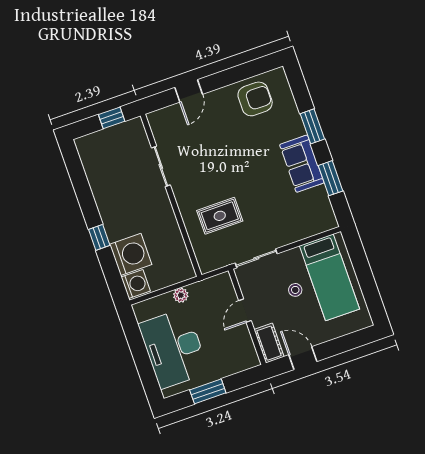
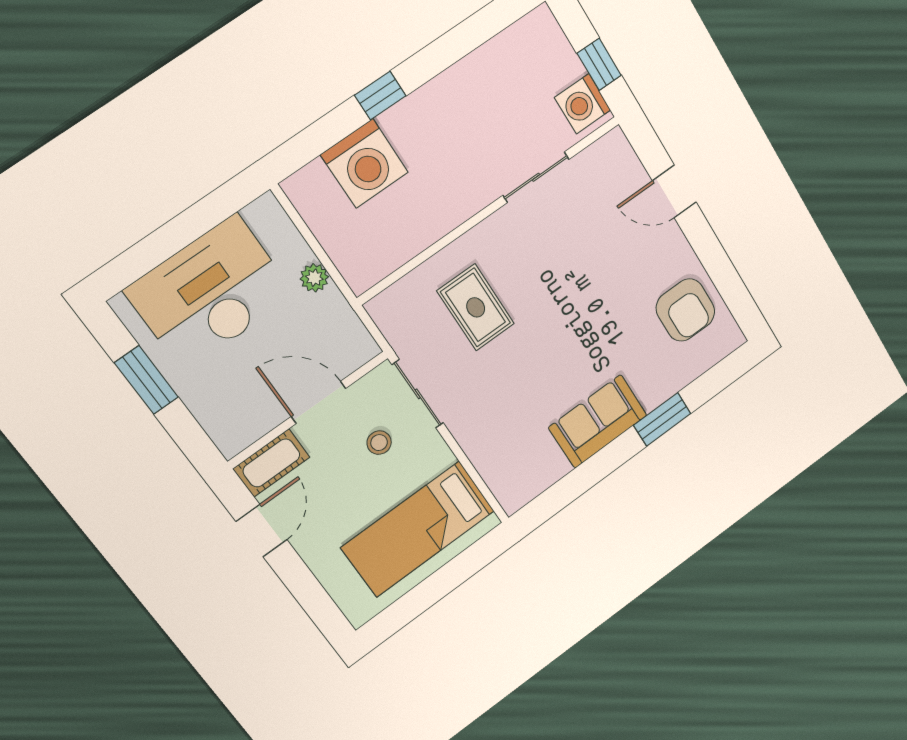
window: (331, 178) -> (585, 476), removed
washing machine: (136, 284) -> (583, 104), moved, turned 90
stool: (295, 290) -> (379, 443), moved
door: (245, 311) -> (318, 402), width x1.38

